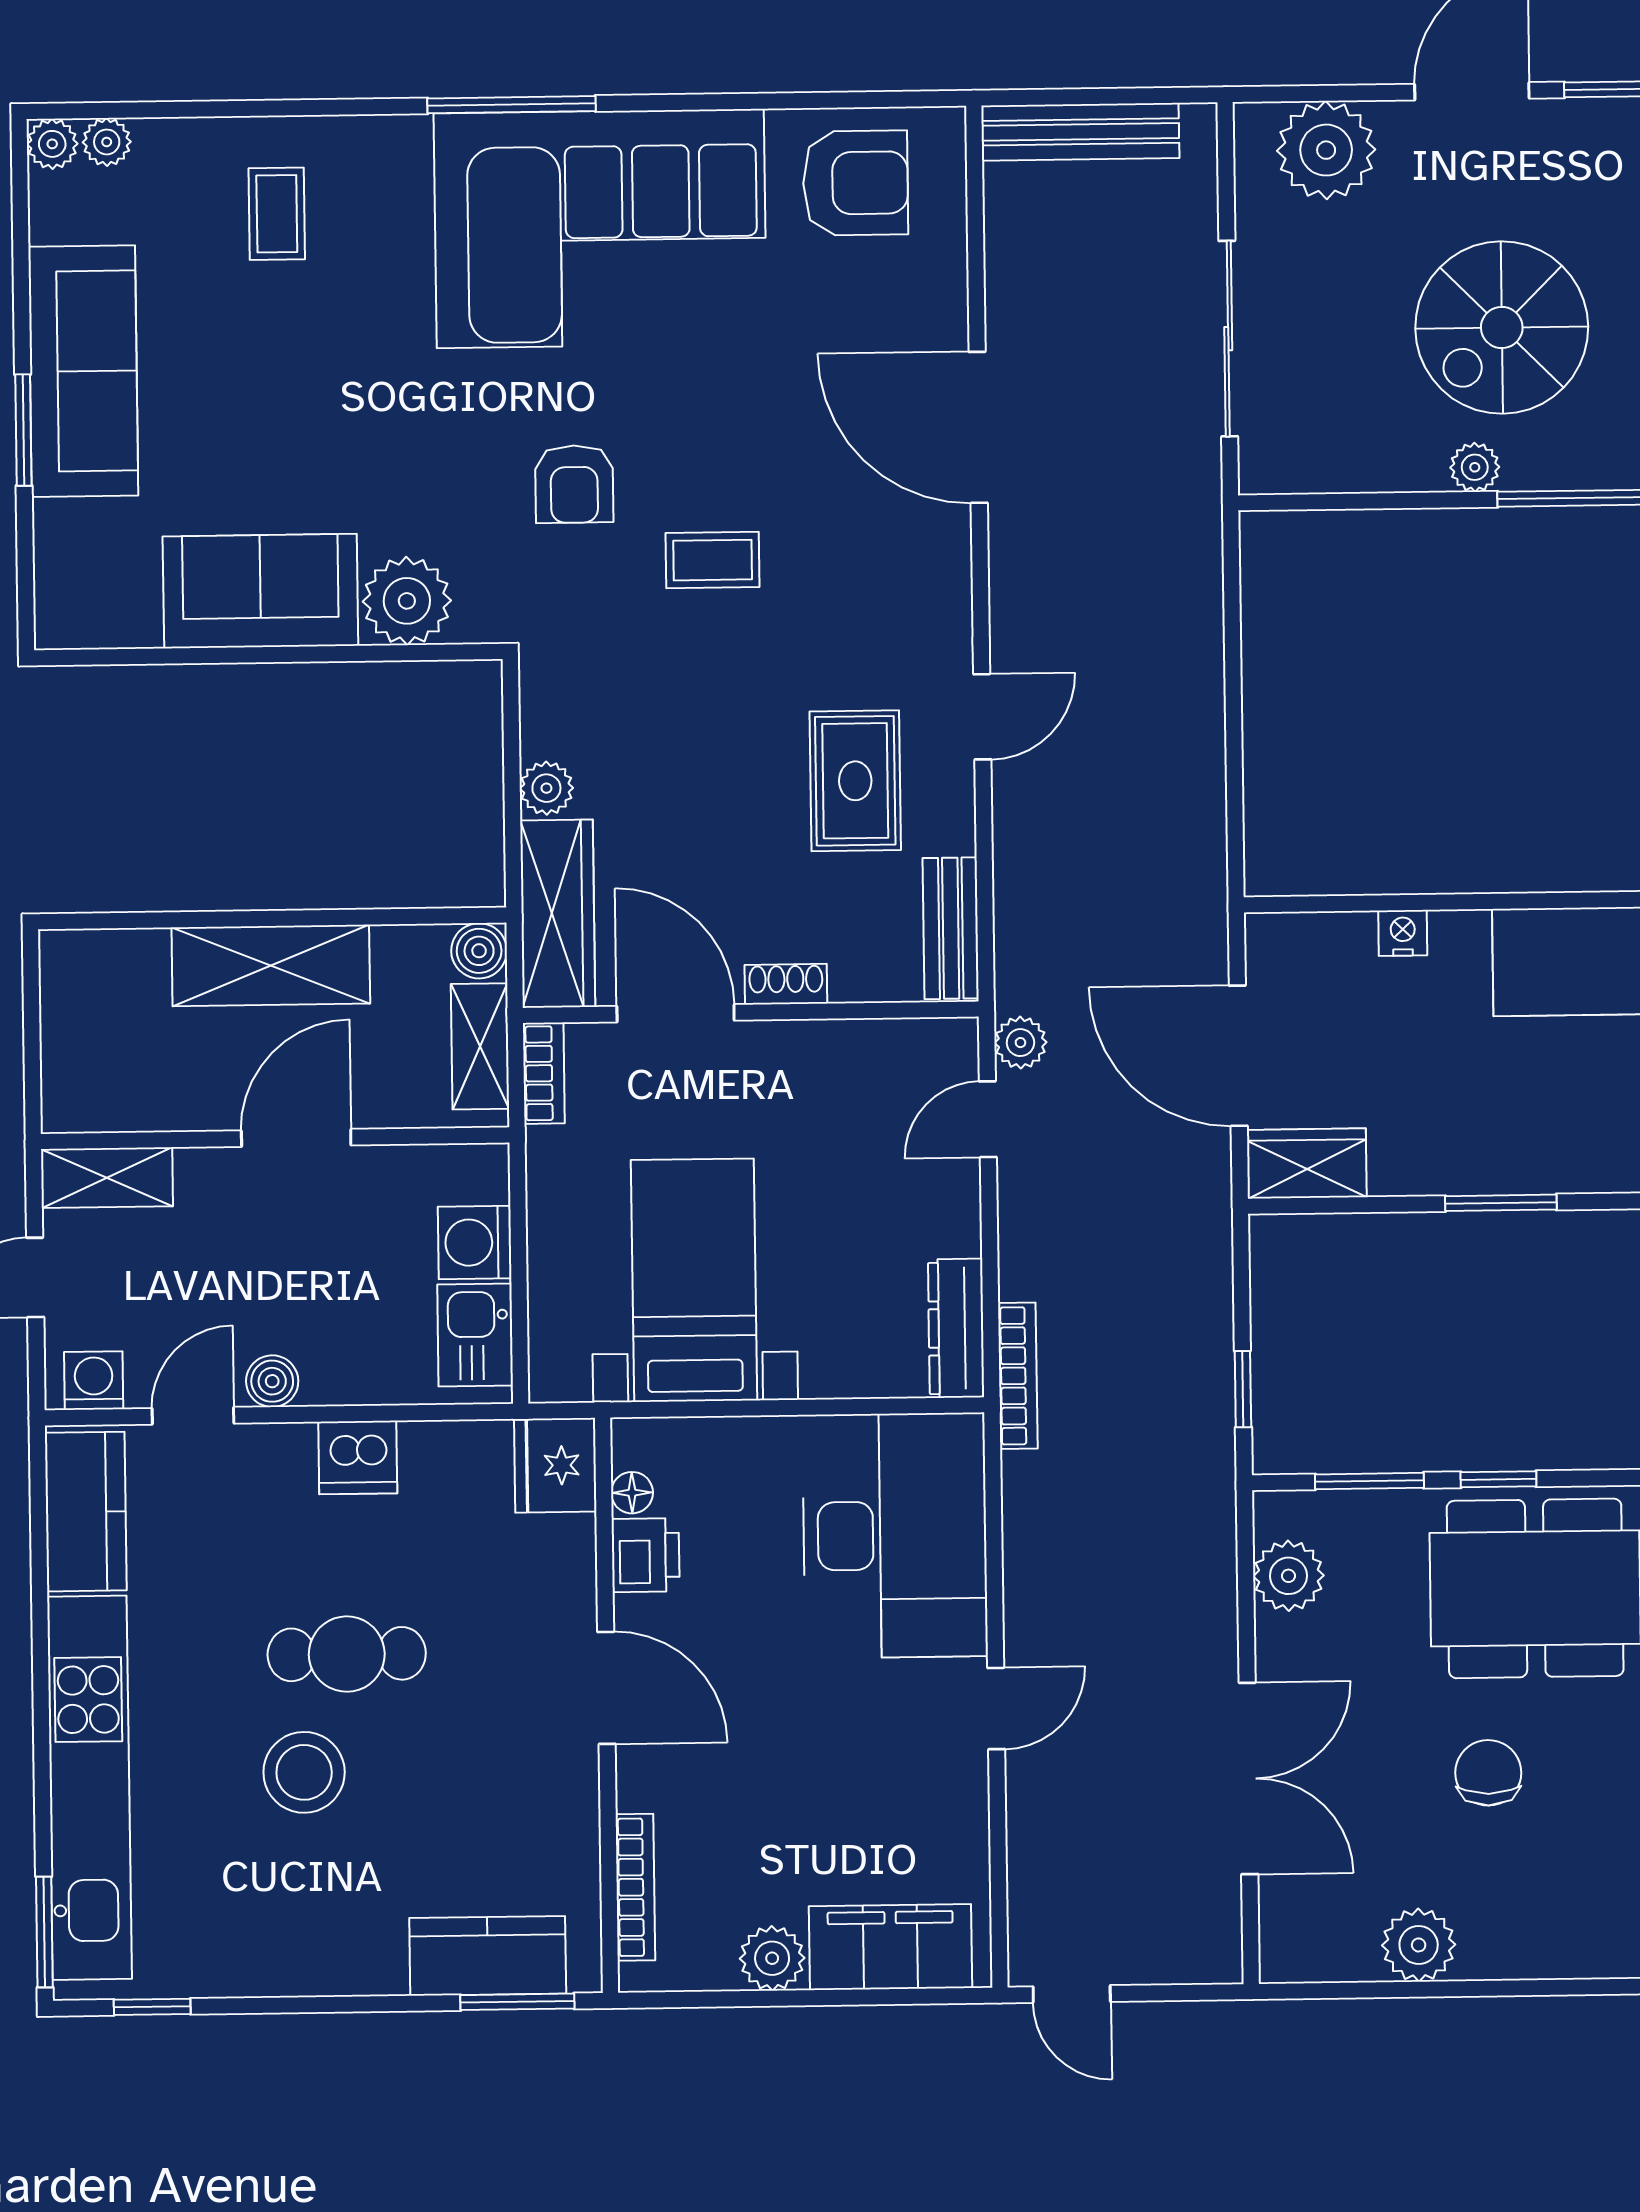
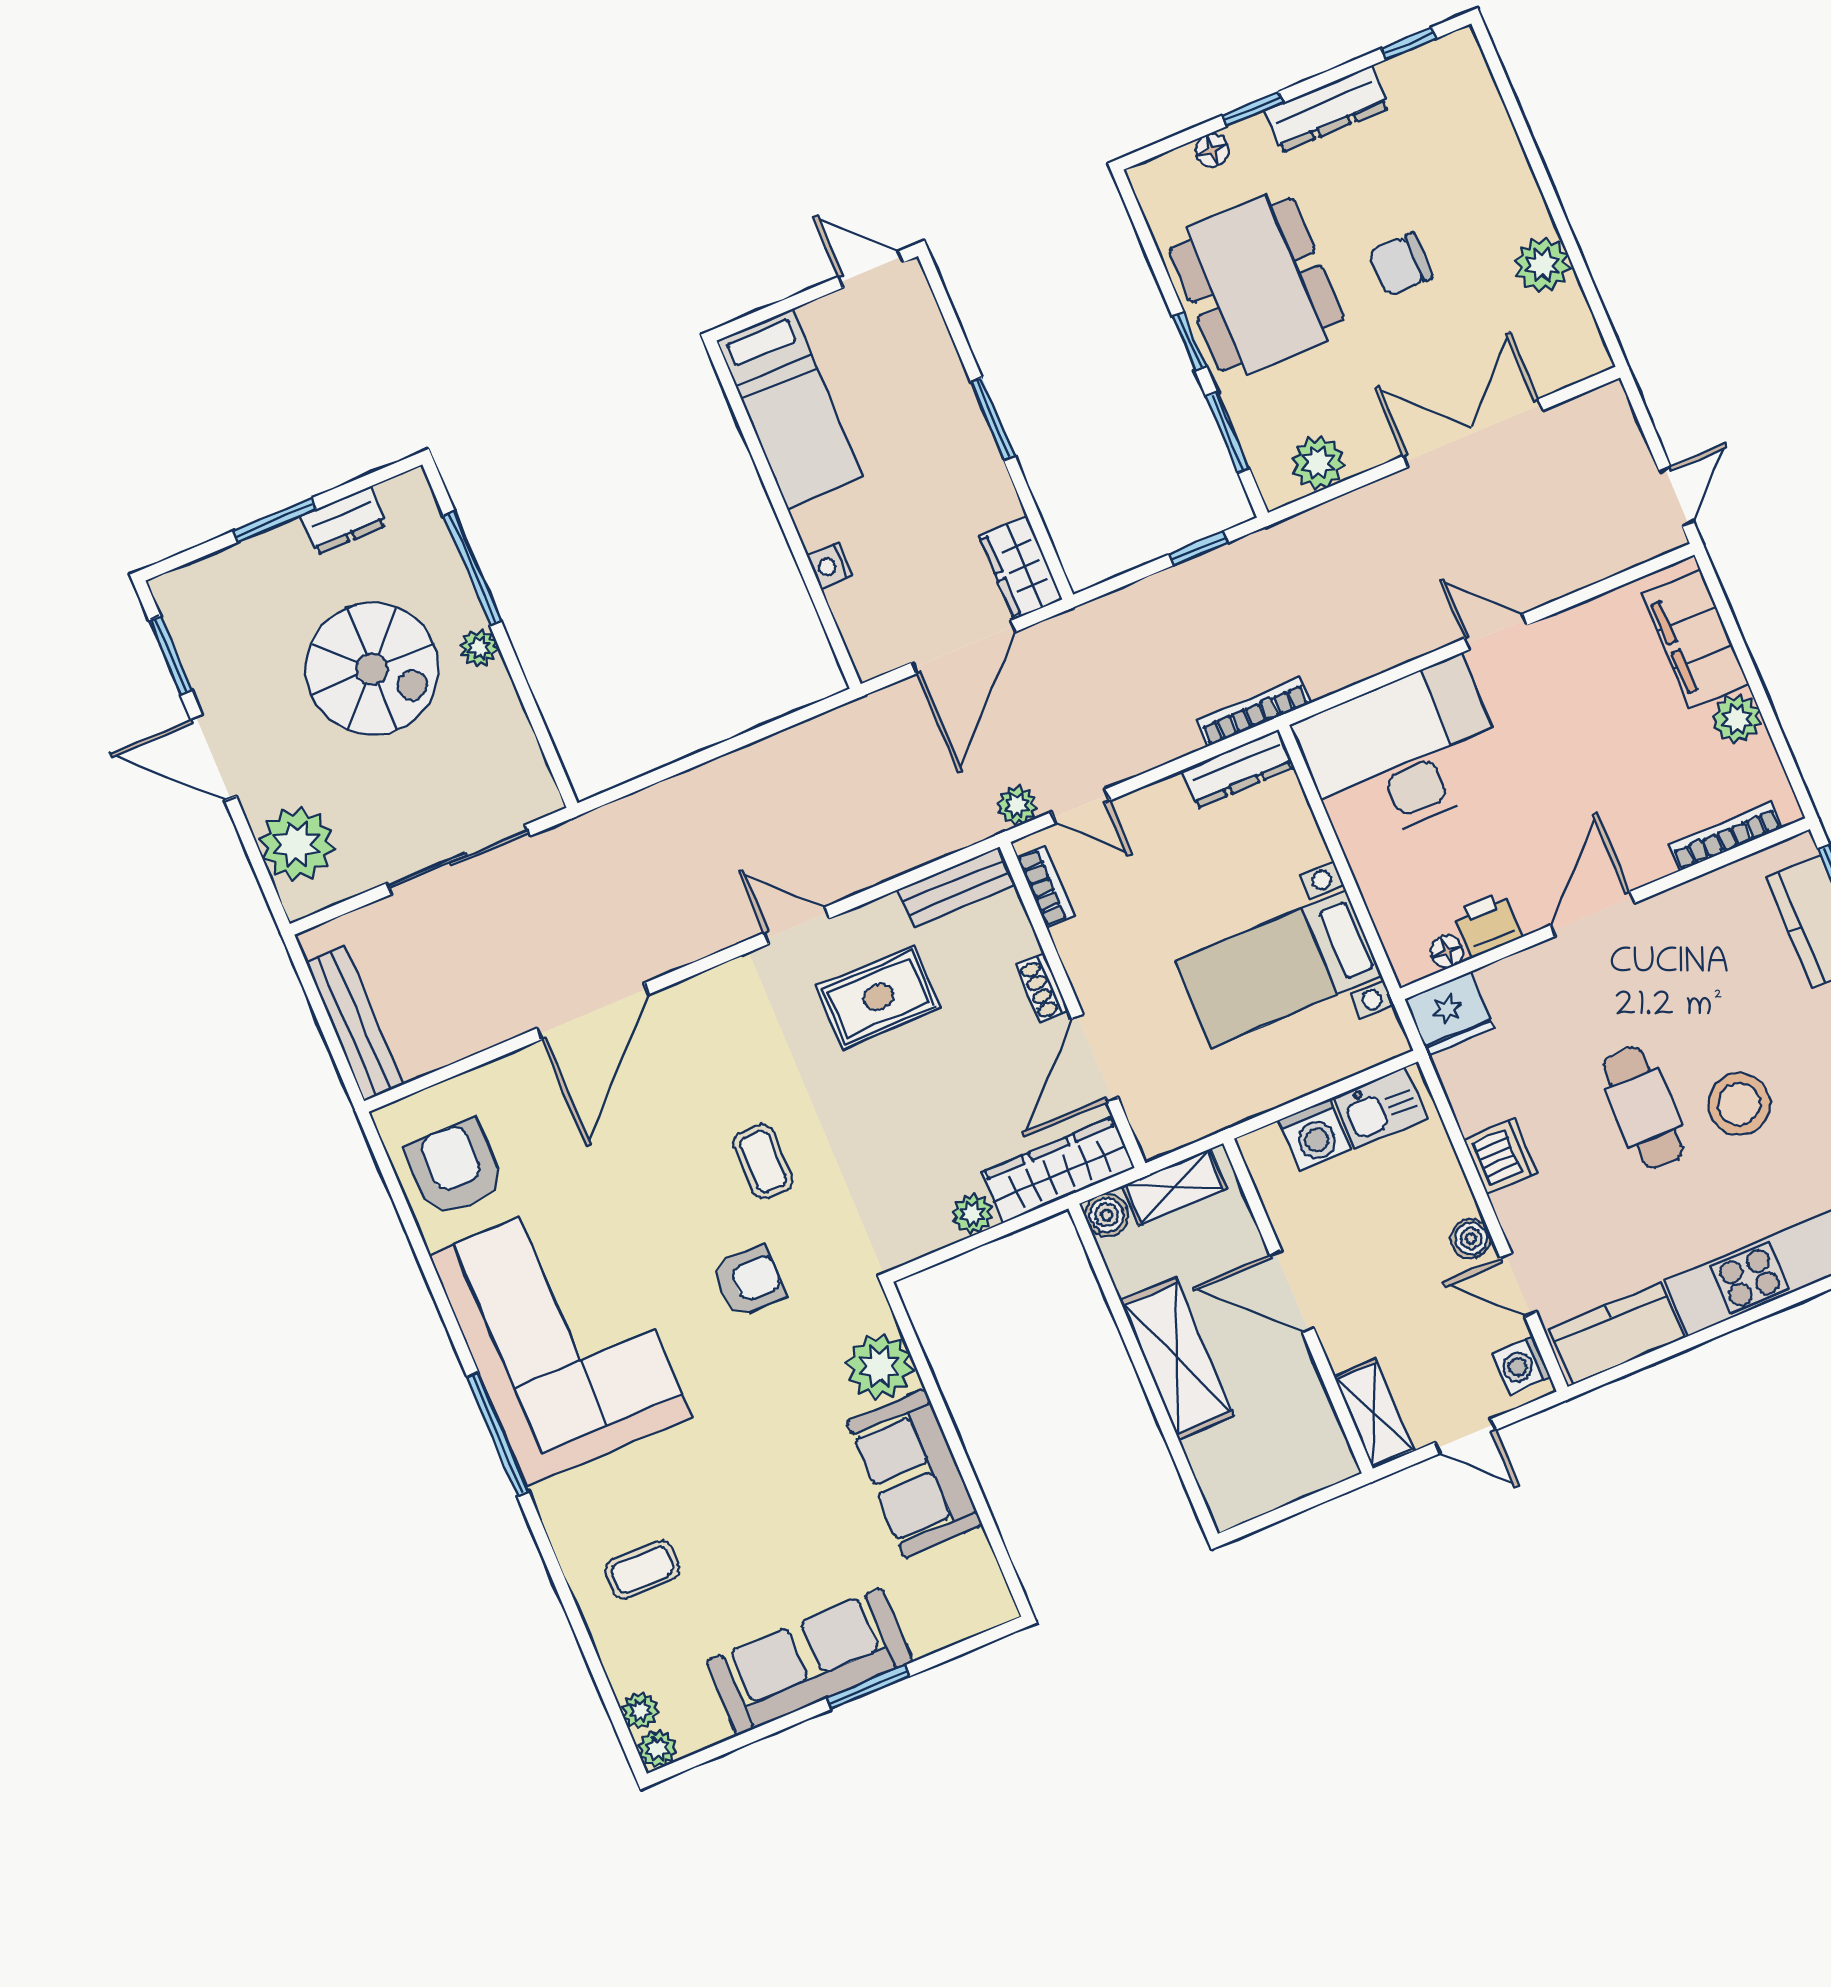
bookcase: (544, 1073) -> (1046, 886), moved, turned 90

